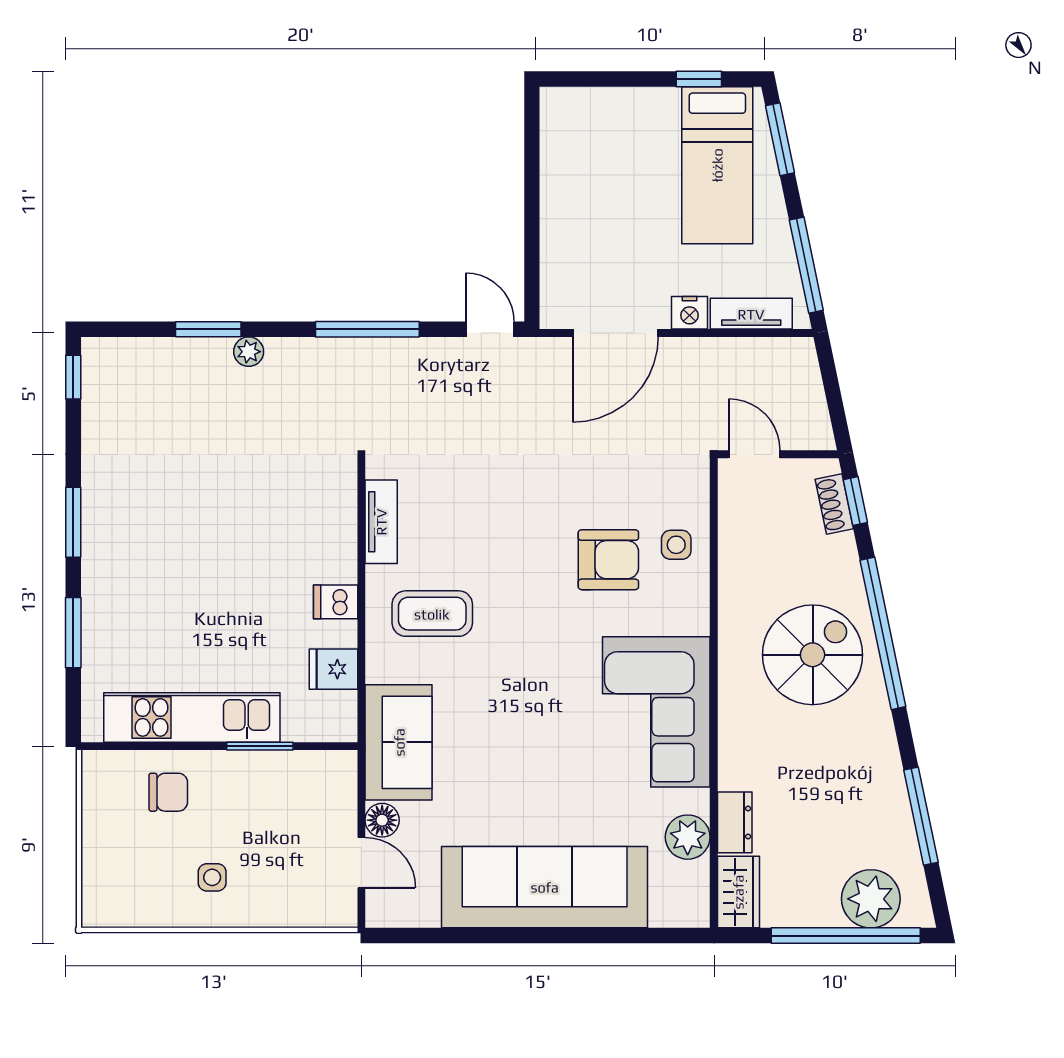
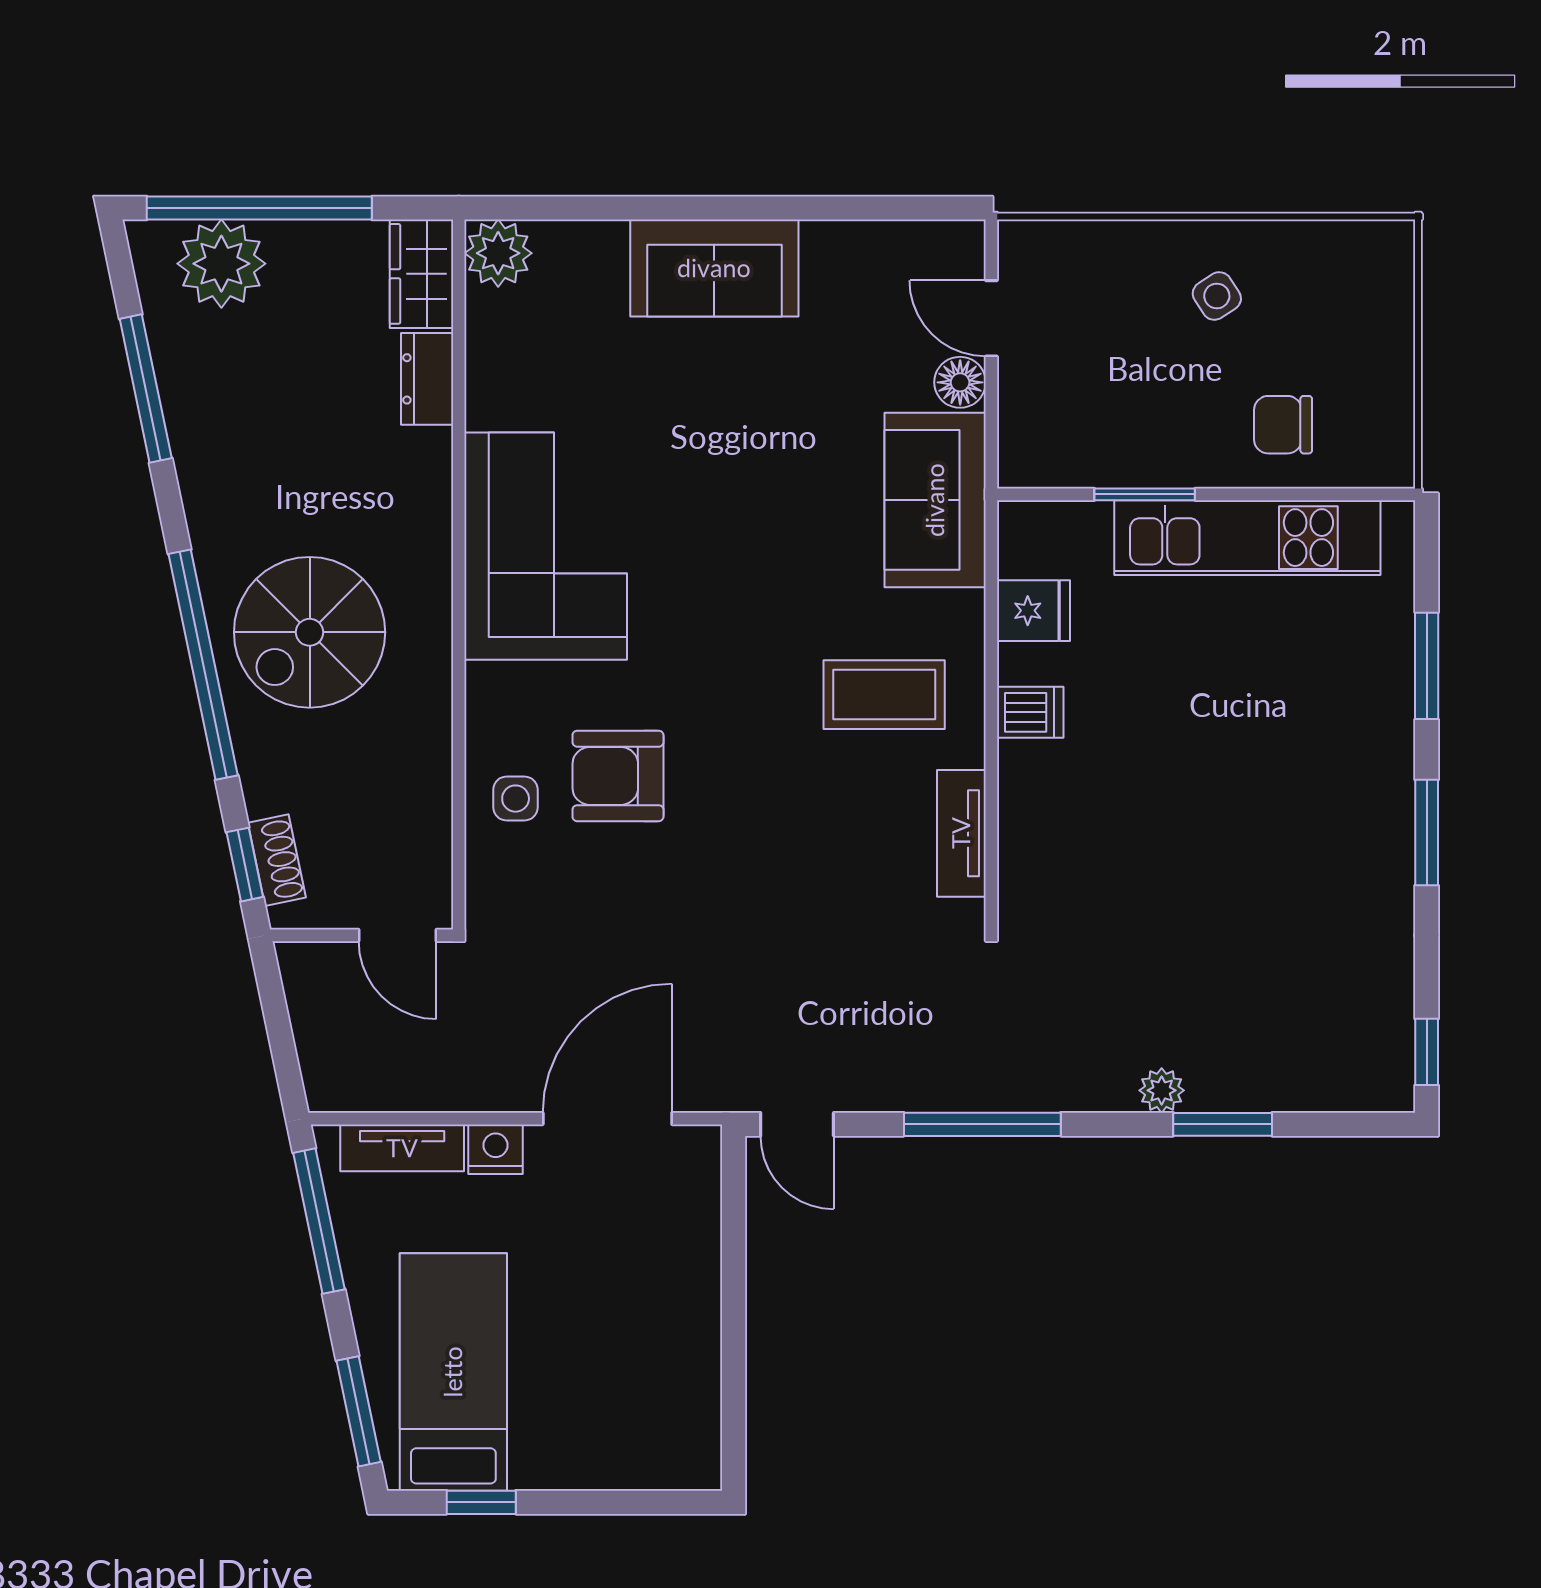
plant: (688, 837) -> (498, 253), moved
side table: (212, 877) -> (1217, 296), turned -33
sofa: (545, 887) -> (714, 268), width x0.54, depth x0.79

